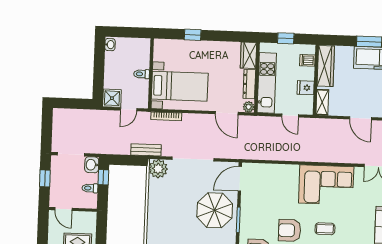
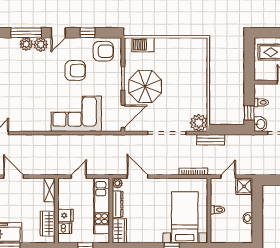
washbasin: (110, 45) -> (248, 218), moved
wardrobe: (326, 66) -> (48, 224), width x0.67
bed with nightstands: (180, 86) -> (185, 217), moved, turned 90
fridge: (306, 88) -> (65, 216), moved
door: (290, 116) -> (79, 177), hinge flipped
corner sofa: (326, 185) -> (76, 114), moved
coffee table: (325, 229) -> (43, 73), removed

